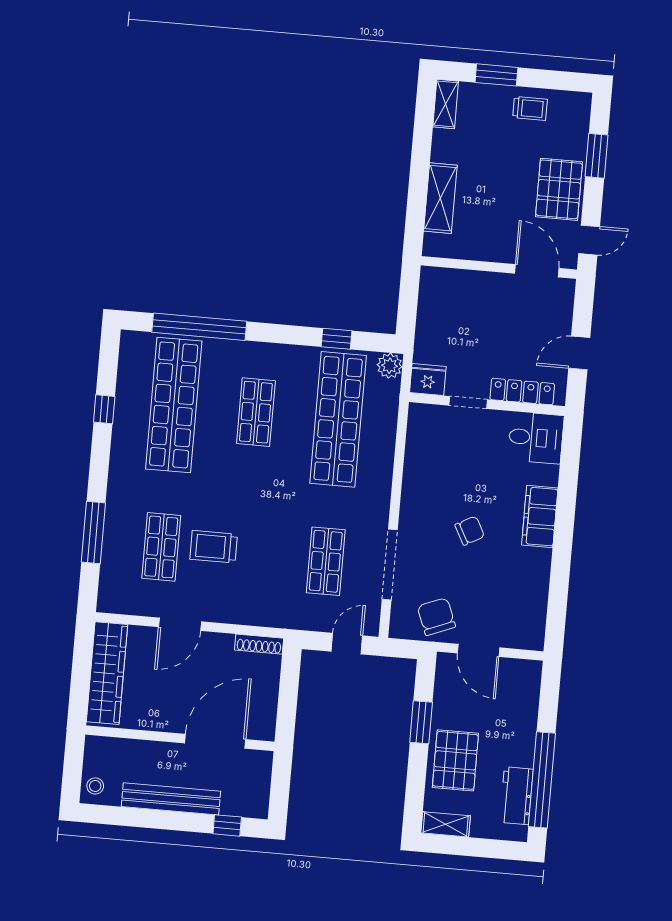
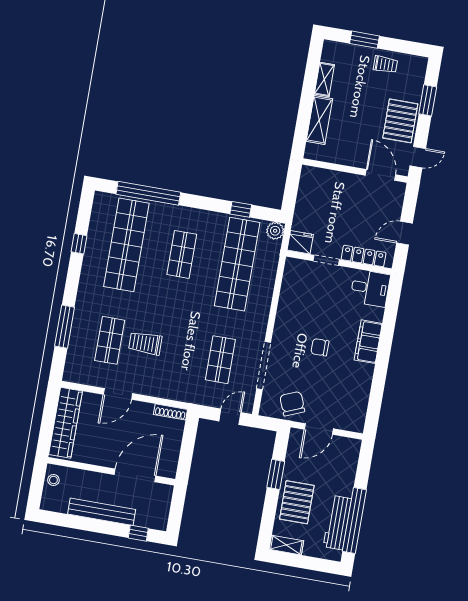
shelving: (446, 104) -> (324, 79), moved
chair: (470, 531) -> (320, 347), turned -152
door: (479, 650) -> (319, 429), hinge flipped
stool: (95, 786) -> (53, 480), moved
workbench: (516, 796) -> (337, 523), width x1.37

